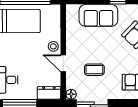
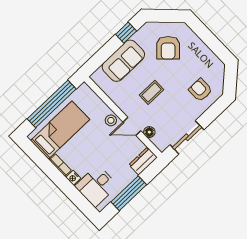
coffee table: (94, 70) -> (152, 92), moved
floor lamp: (71, 94) -> (149, 132), moved

